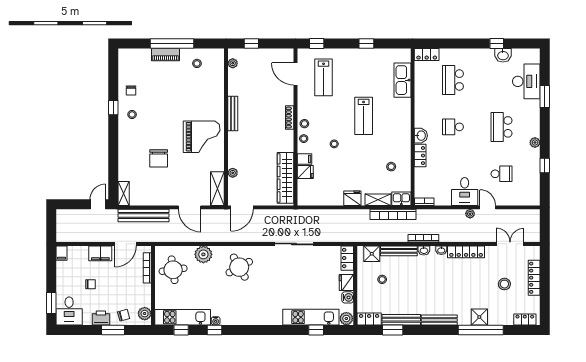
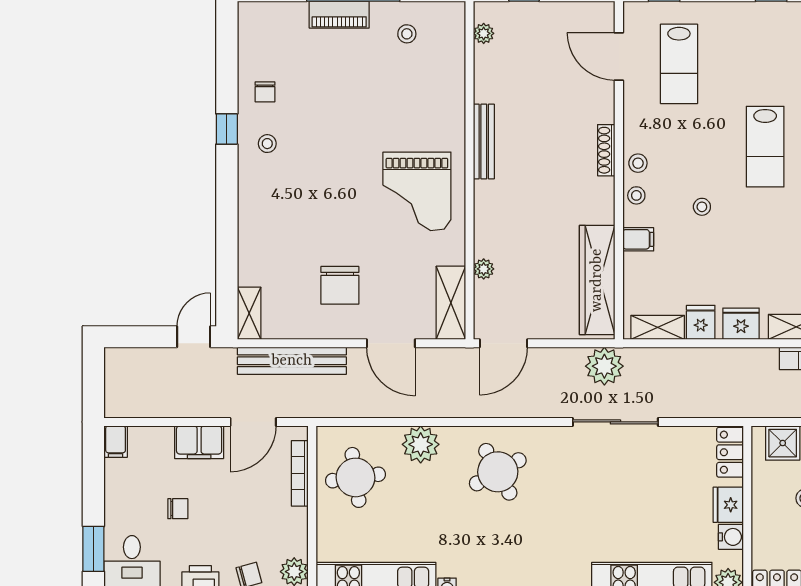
grand piano: (202, 137) -> (417, 191), turned 90
chair: (159, 158) -> (340, 285), moved
fridge: (305, 172) -> (701, 322), moved, turned -90
shelving: (314, 200) -> (658, 327), added
plant: (289, 218) -> (604, 366), added

